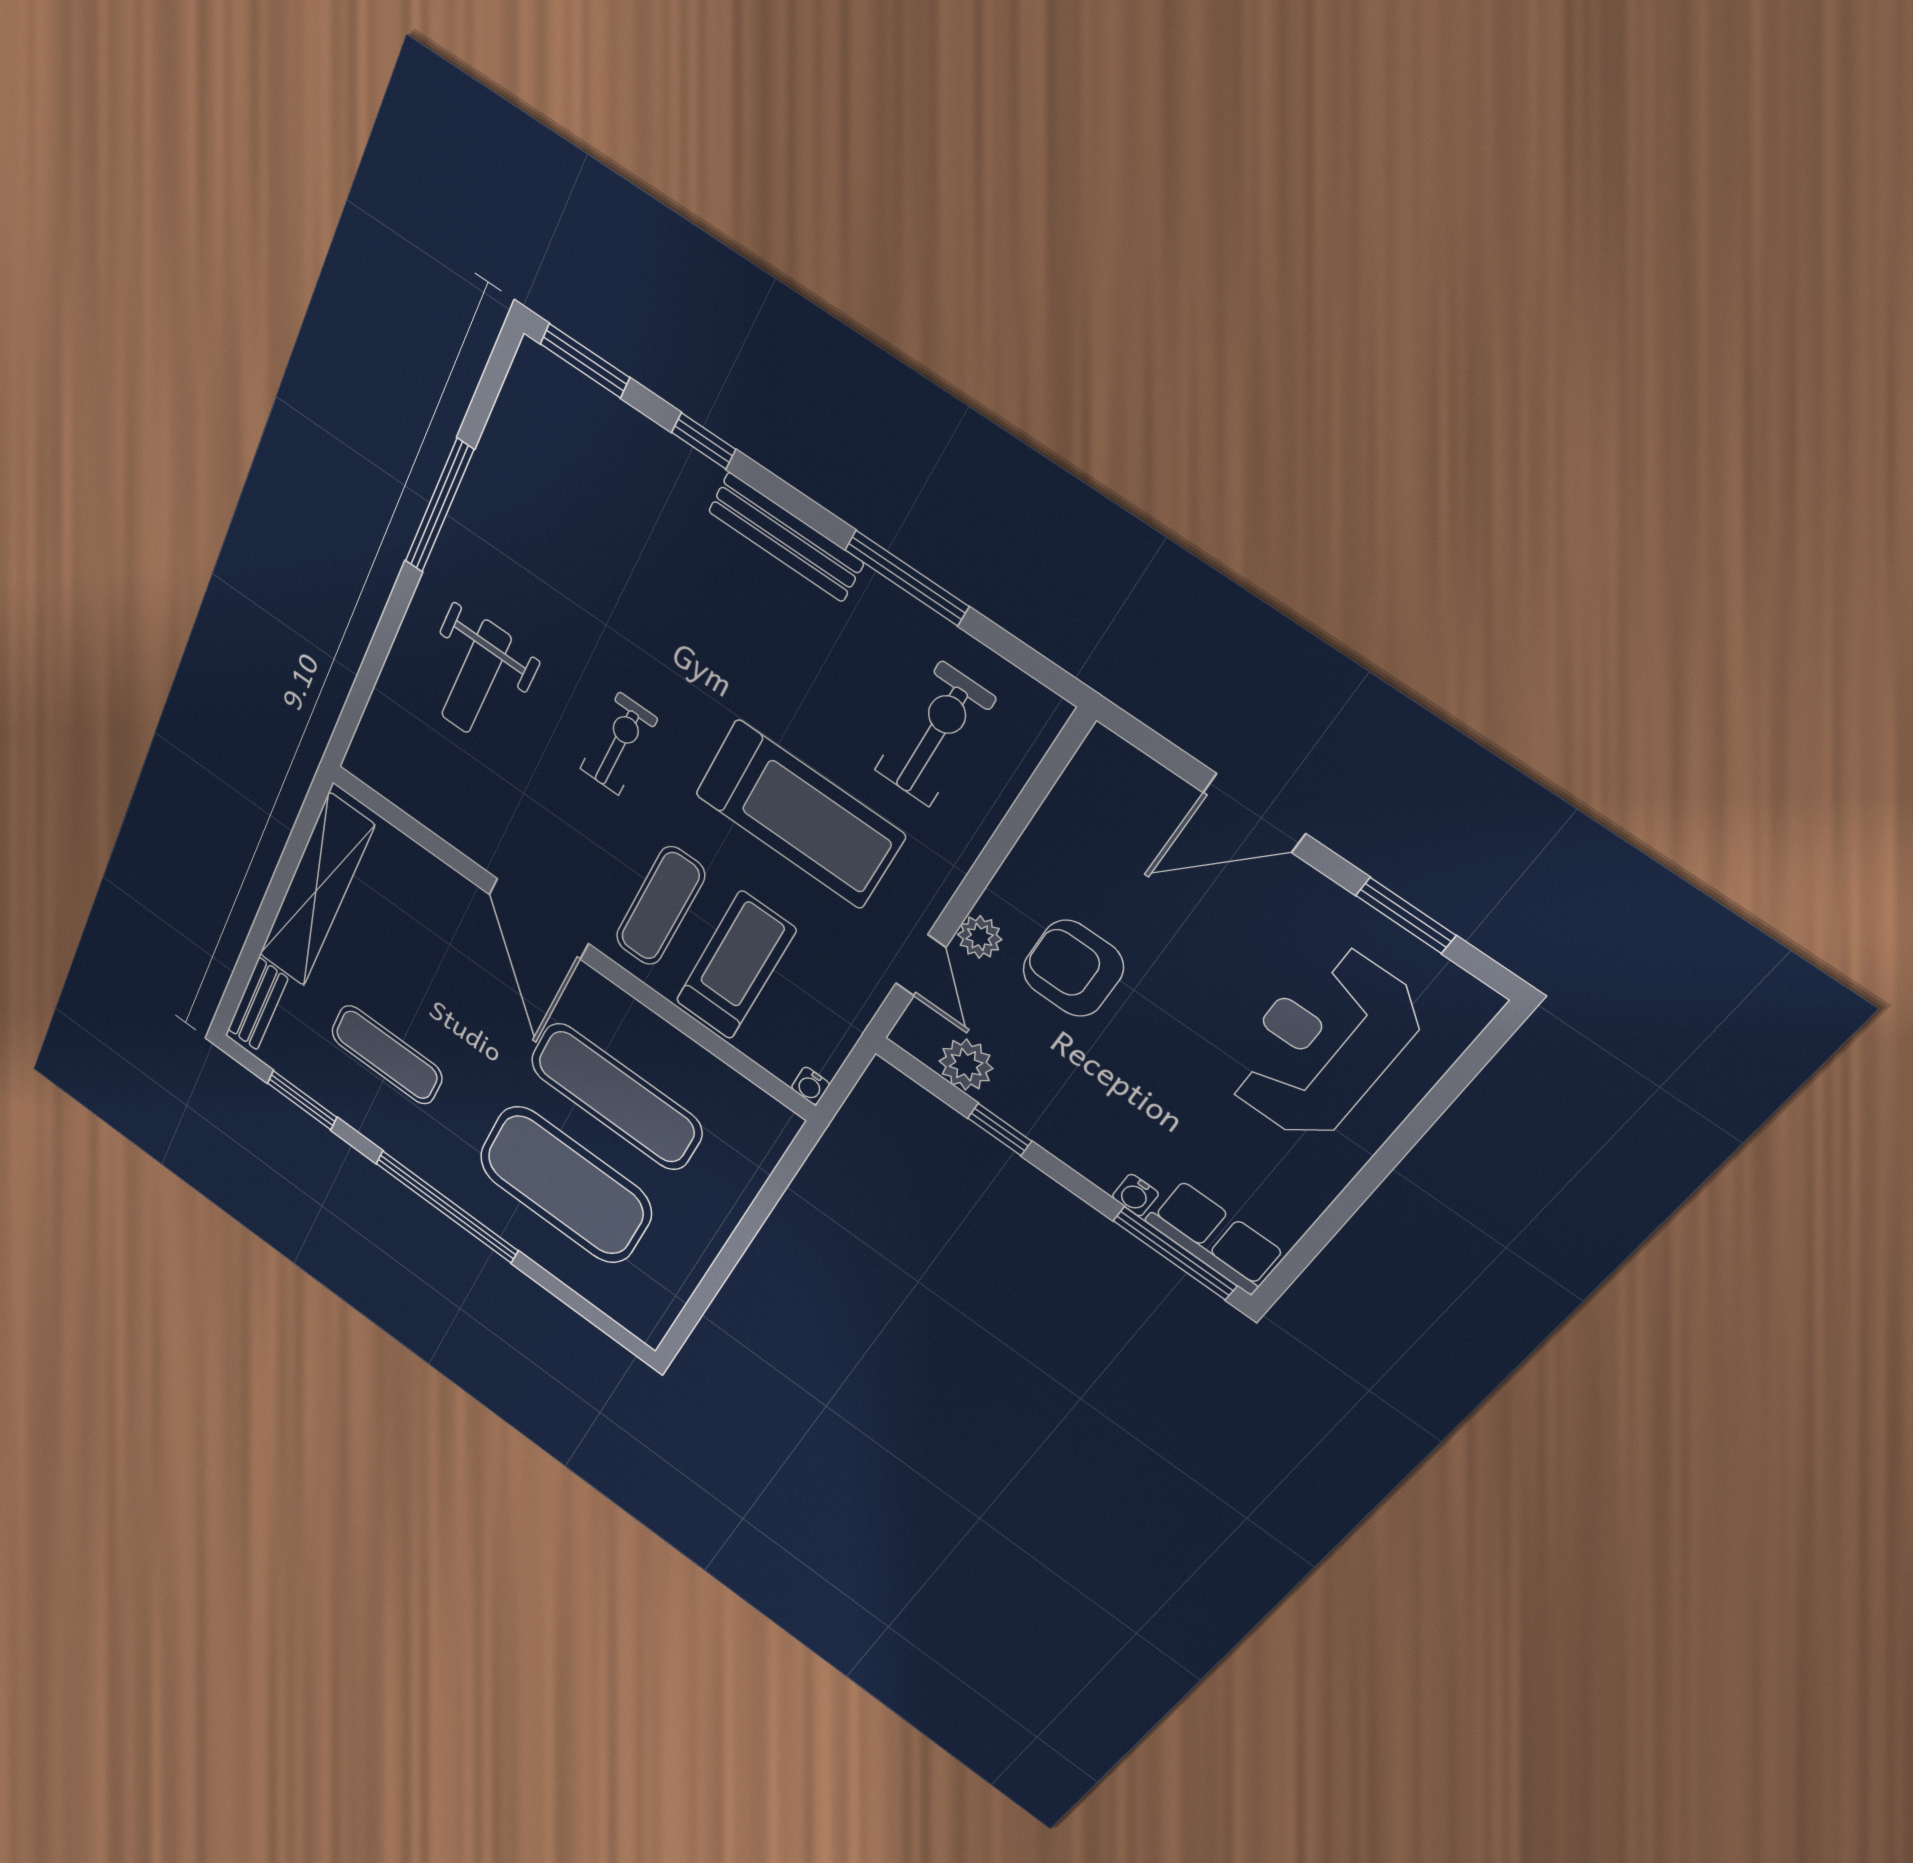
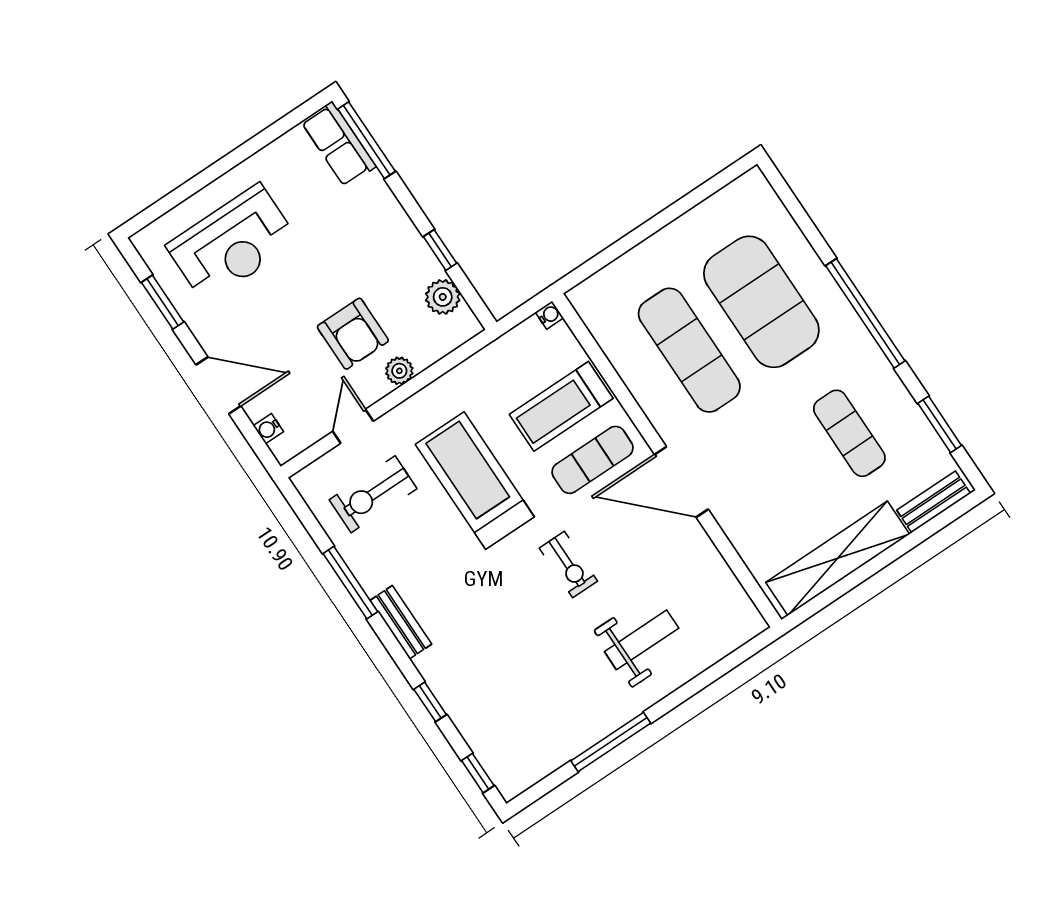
window: (585, 361) -> (478, 773), width x0.67
bench: (786, 537) -> (401, 622), width x0.73
exercise bike: (619, 744) -> (568, 565), turned -90
door: (539, 919) -> (681, 482), swing flipped
door: (921, 965) -> (353, 426), moved
water cooler: (1135, 1195) -> (268, 429), moved, turned 180

